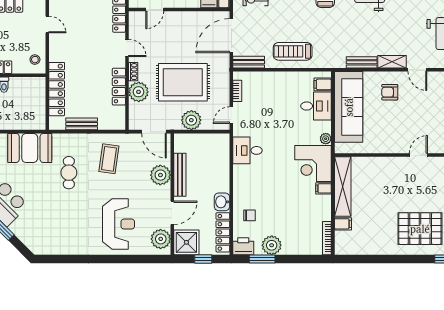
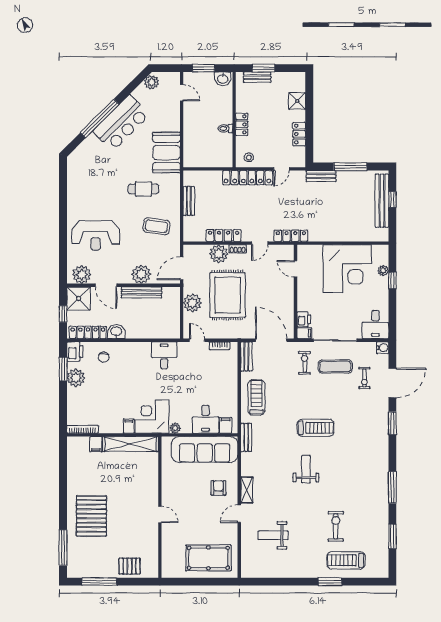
bench: (362, 62) -> (246, 437), moved
locker: (57, 89) -> (248, 178), moved

